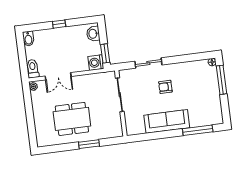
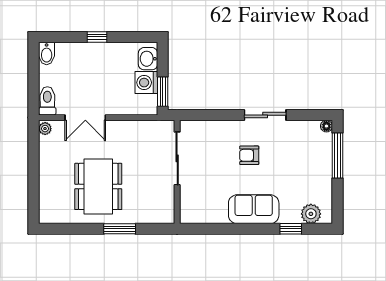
washing machine: (96, 63) -> (146, 83), moved
sliding door: (148, 63) -> (265, 115), moved
dining table: (72, 119) -> (98, 186), turned 90
plant: (209, 119) -> (311, 214), added
sofa: (167, 121) -> (254, 209), width x0.73
window: (198, 130) -> (291, 229), width x0.46

